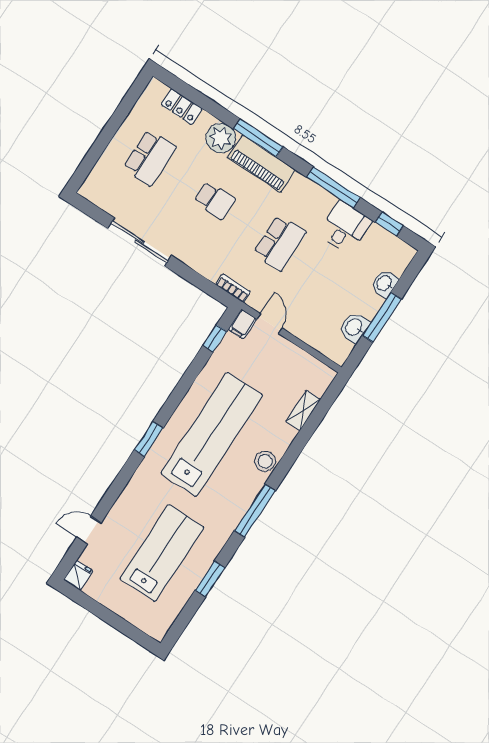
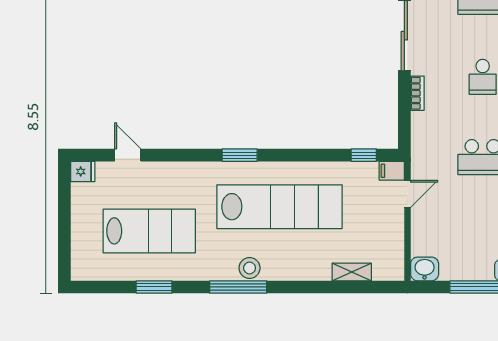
bookcase: (233, 288) -> (417, 93), moved
washbasin: (354, 327) -> (425, 269), moved
stool: (265, 461) -> (250, 268), moved

